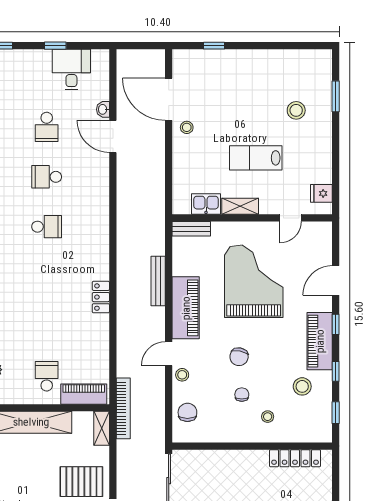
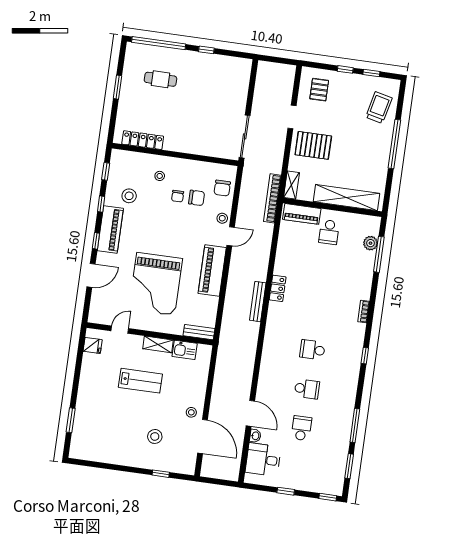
desk: (71, 70) -> (263, 460), moved, turned 90
stool: (296, 110) -> (155, 436), moved
bench: (158, 281) -> (258, 302), moved
chair: (239, 357) -> (197, 198), moved, turned 79

